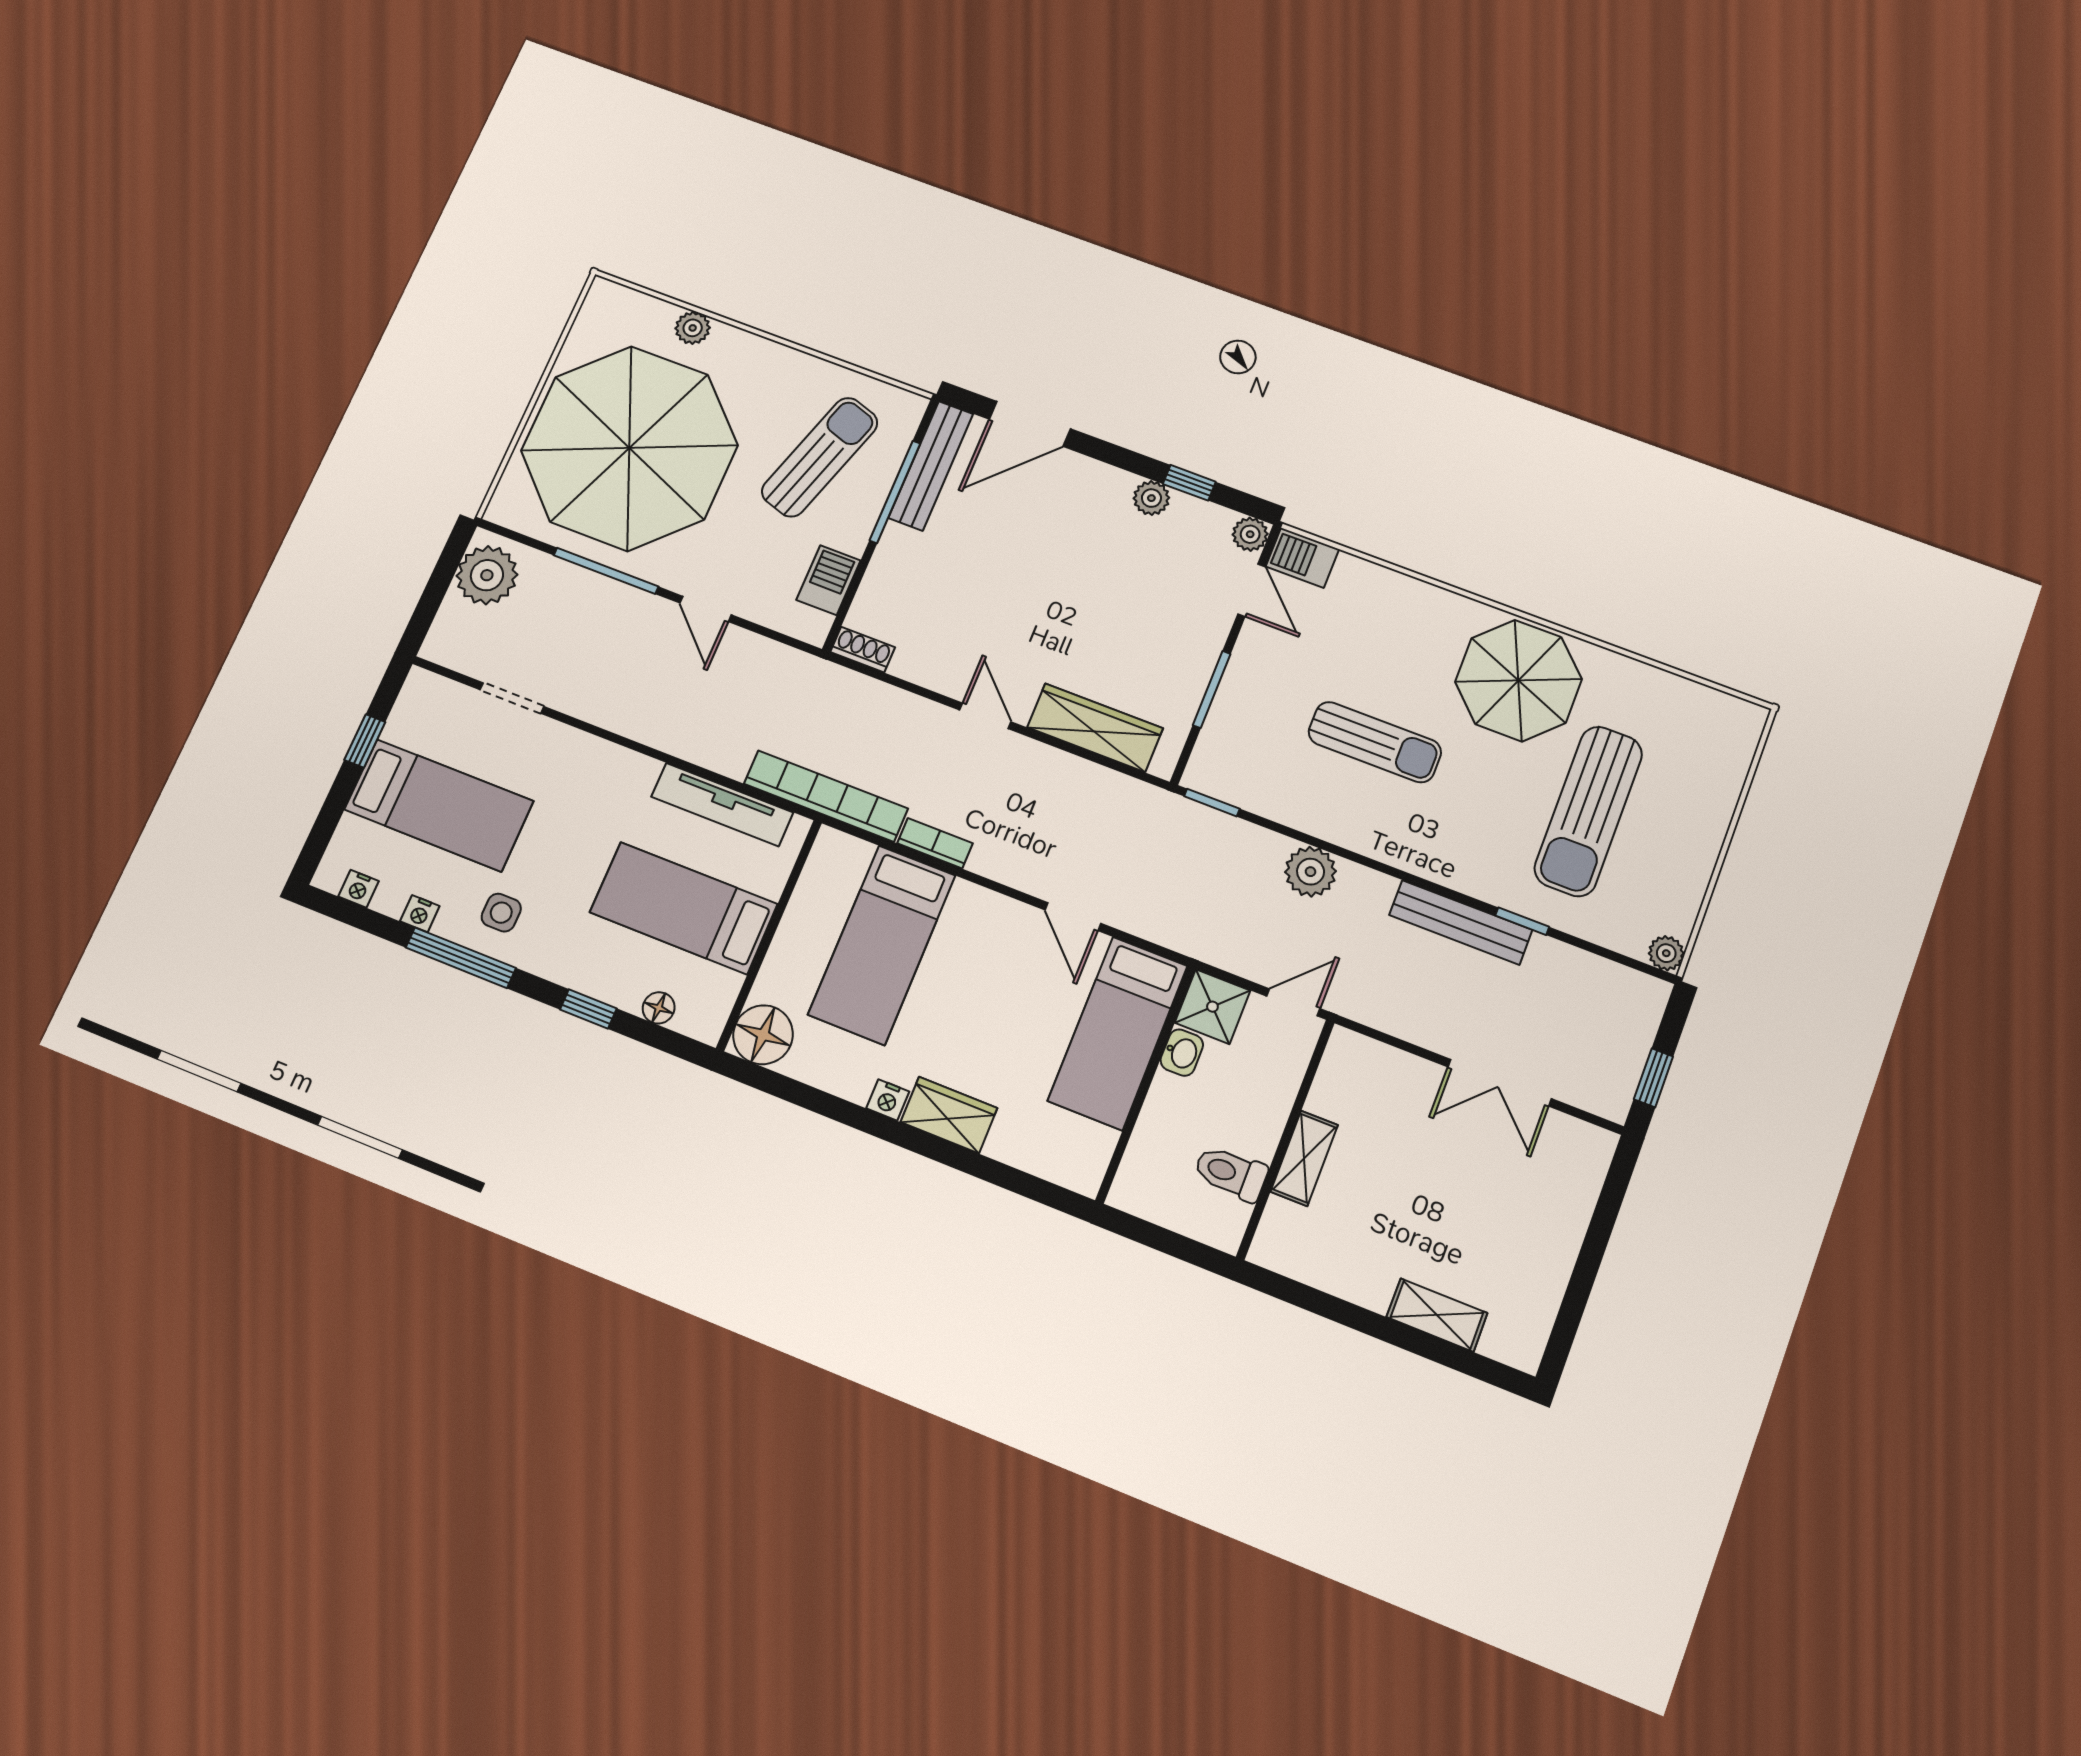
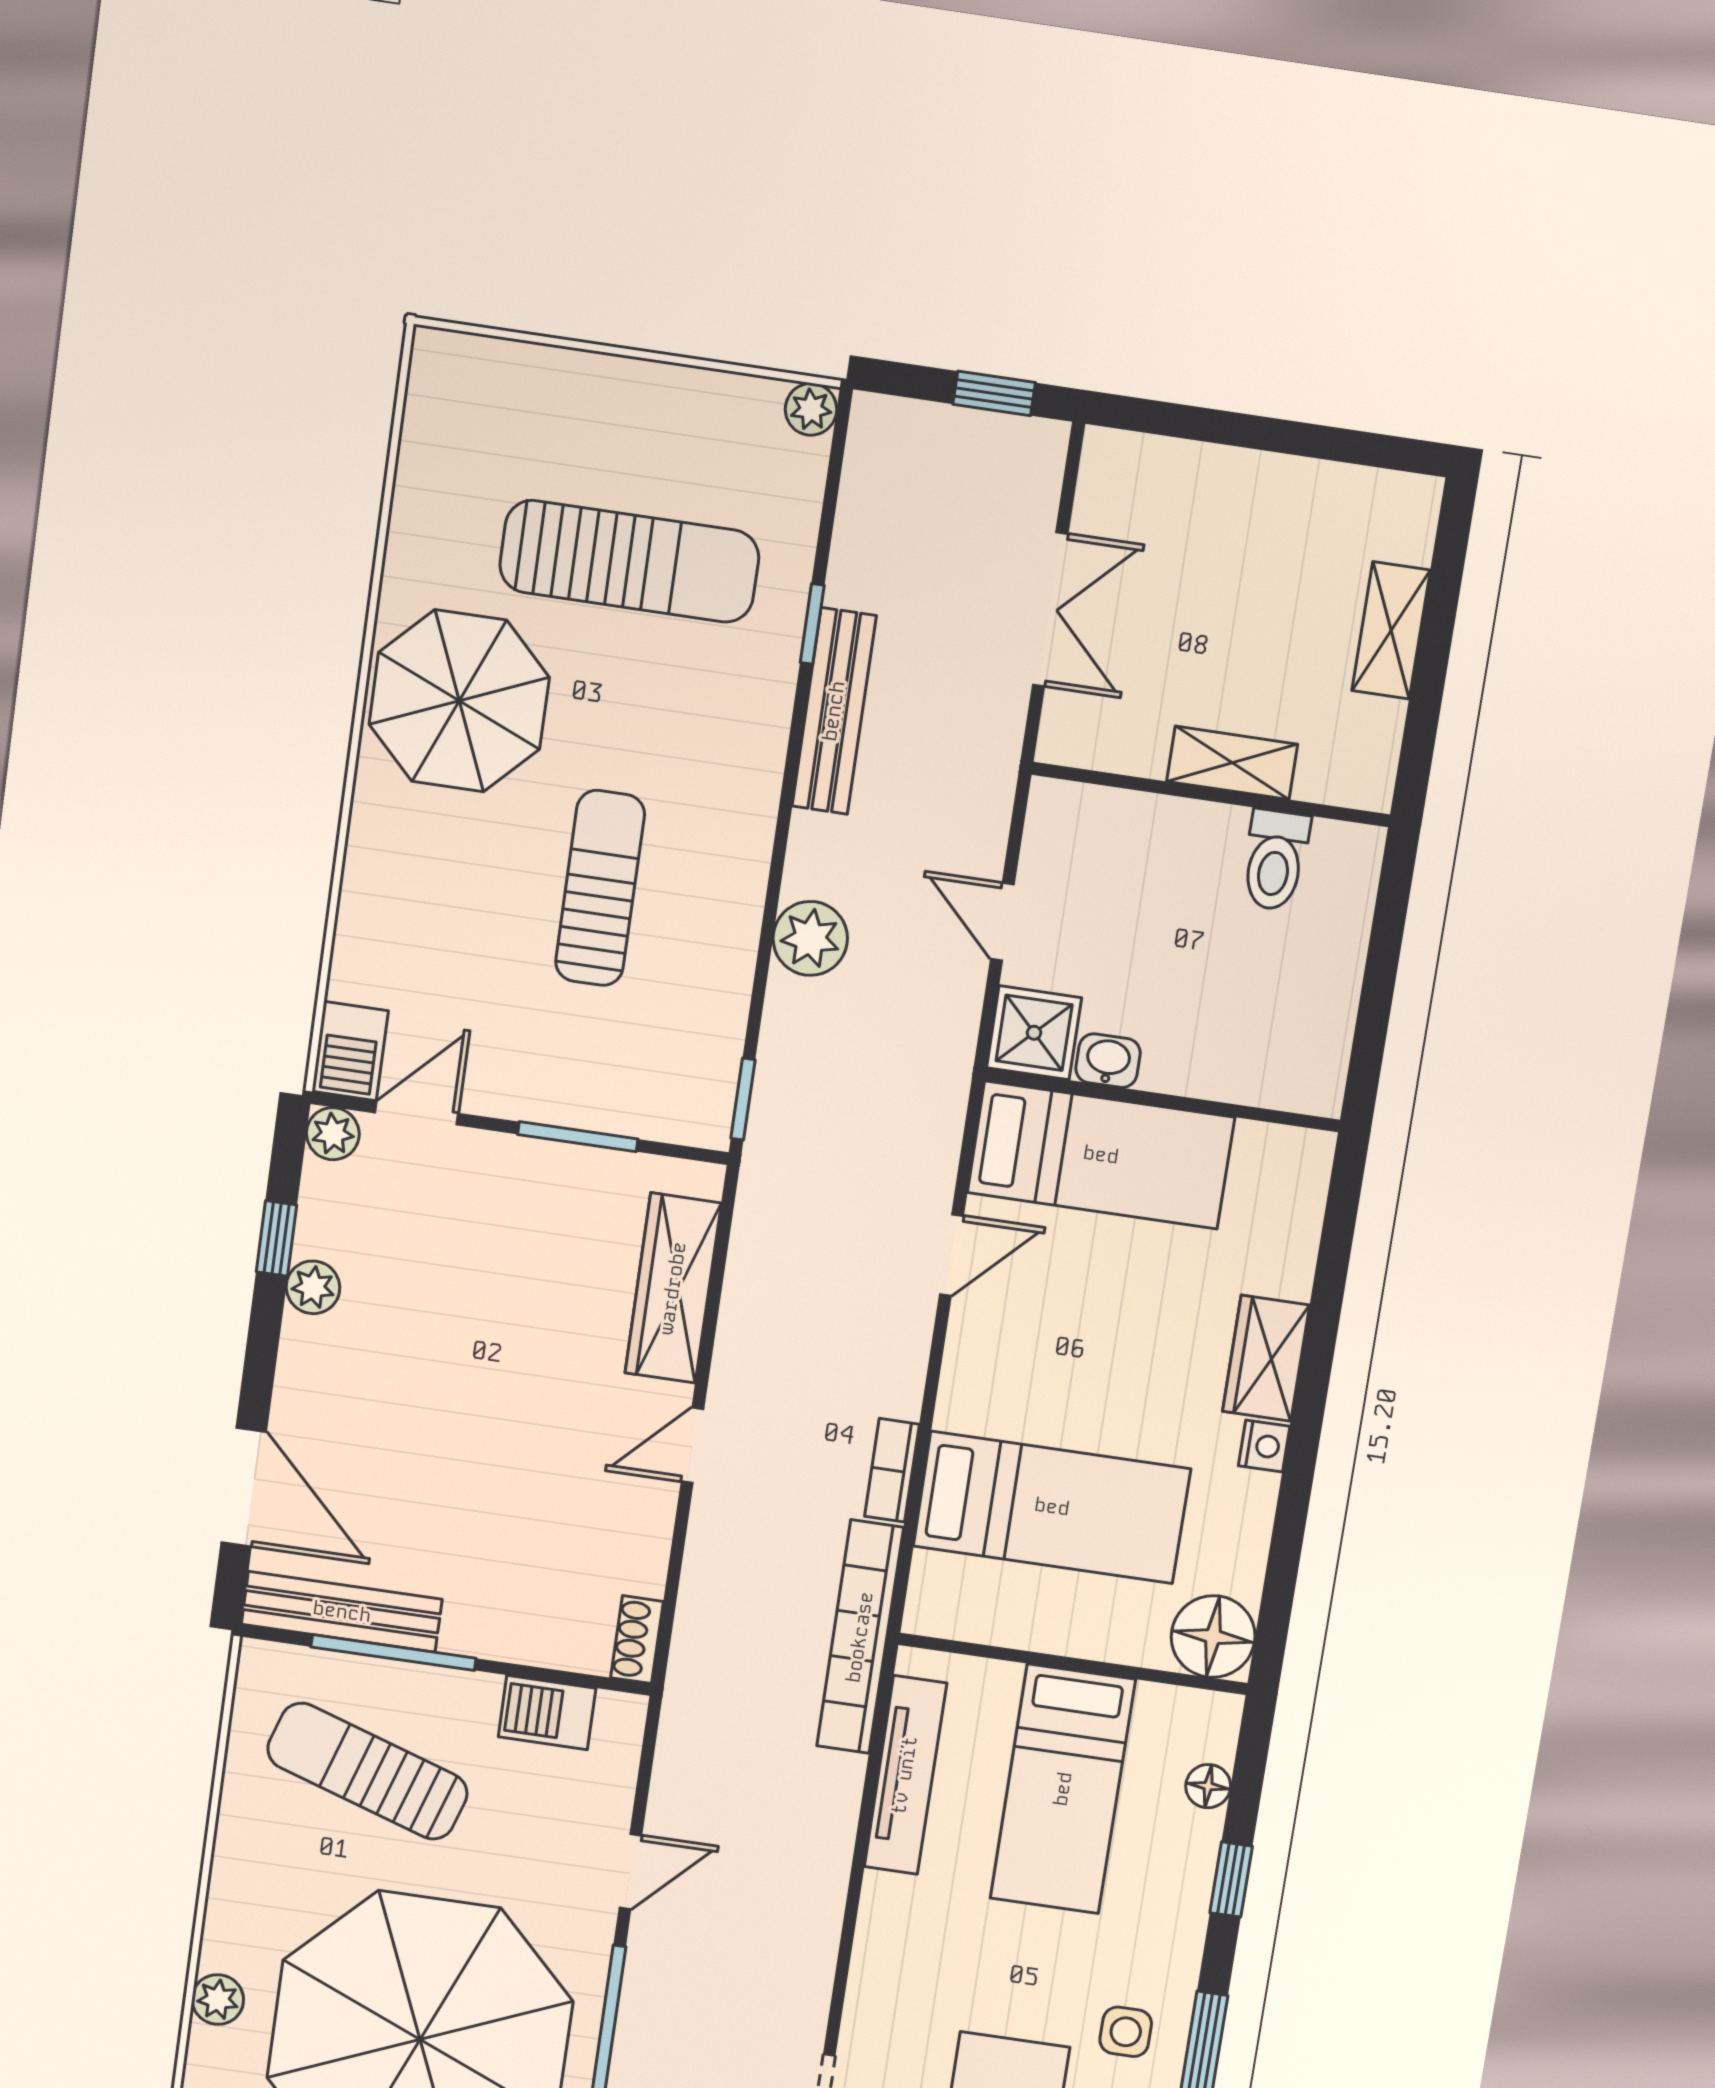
wall: (1286, 1139) -> (1211, 795), moved
shelving: (1304, 1158) -> (1232, 763), moved
toilet: (1231, 1173) -> (1275, 860), moved

